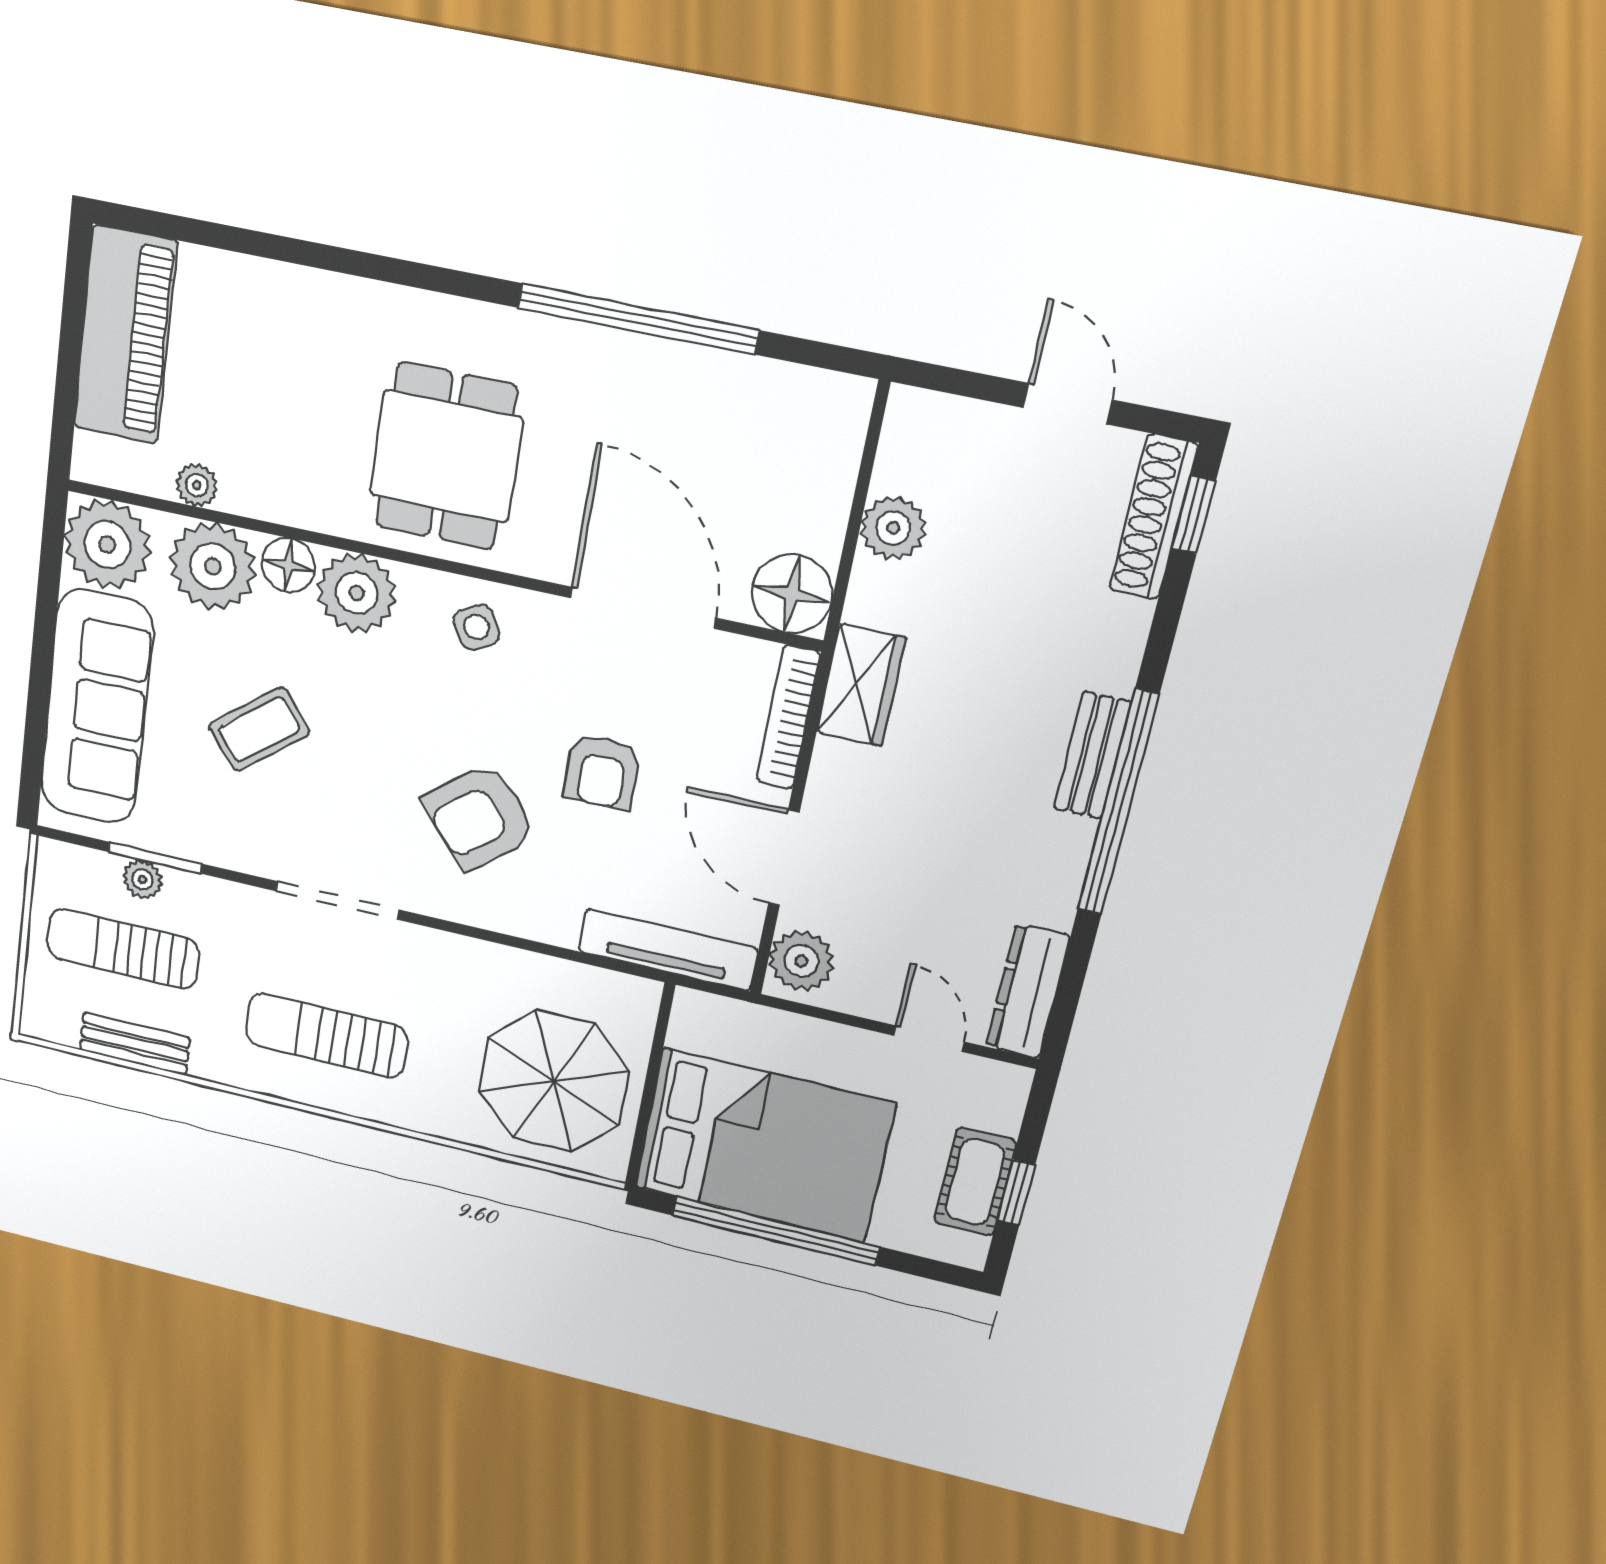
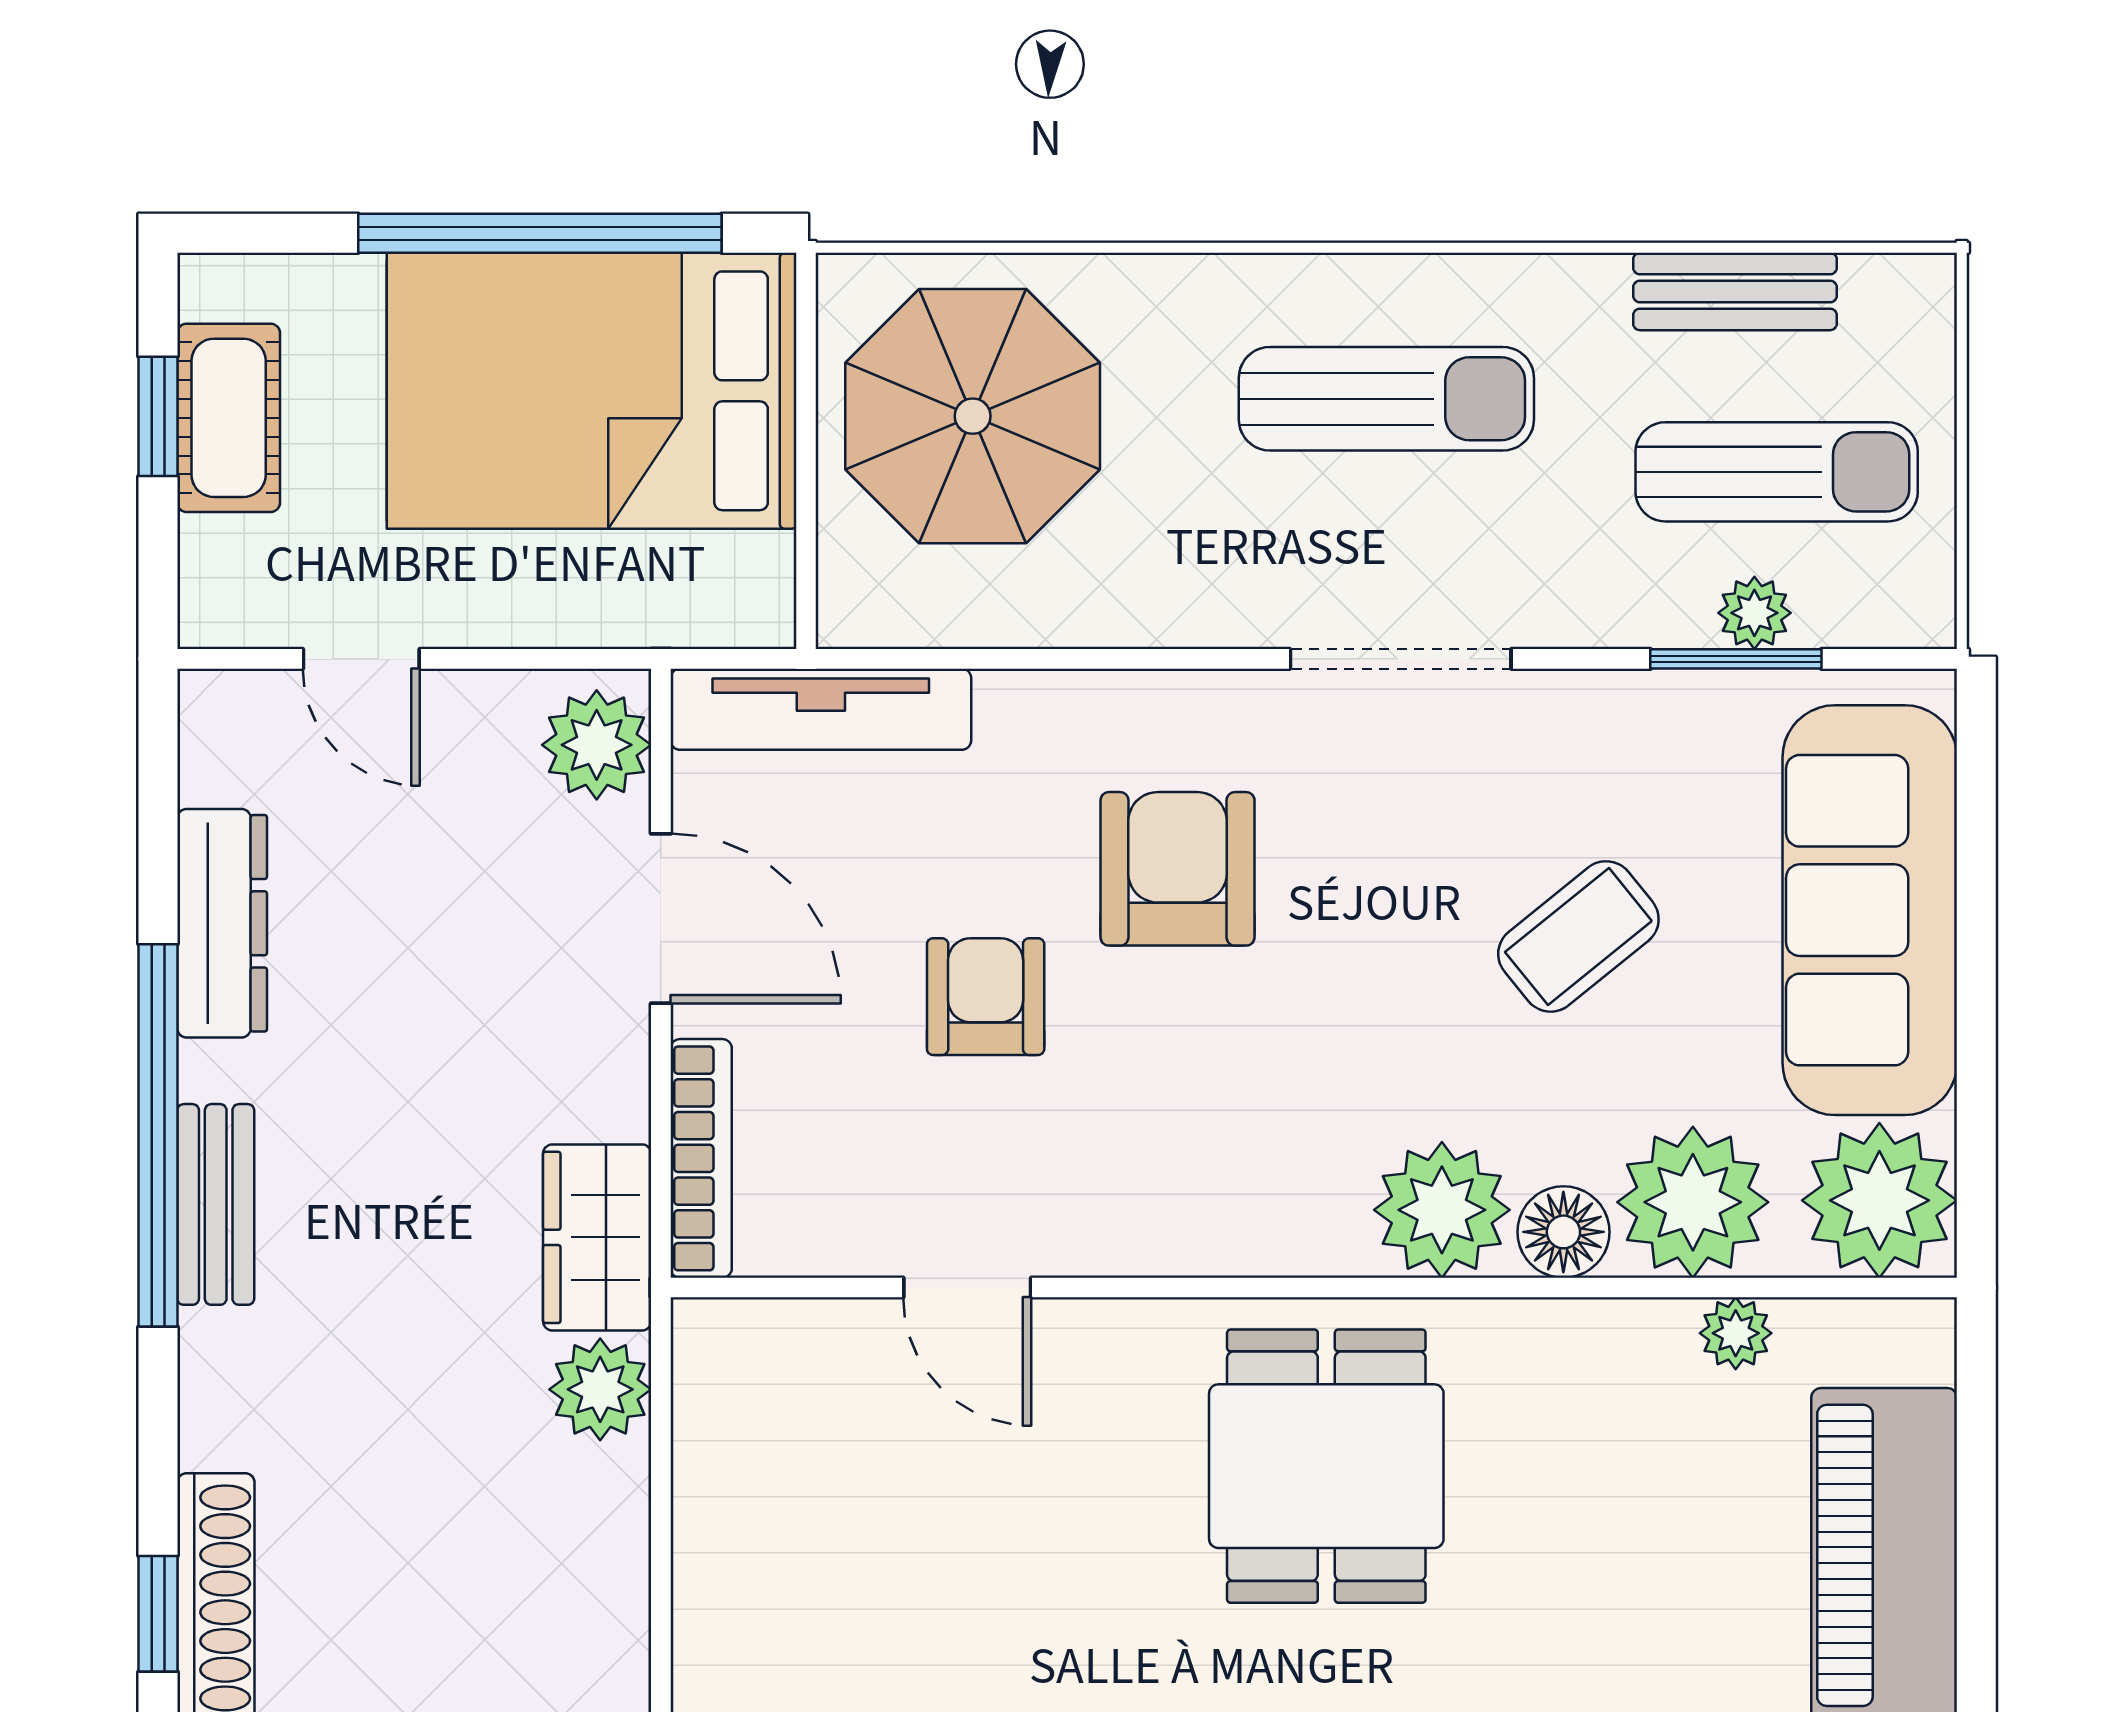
plant: (893, 528) -> (600, 1389), moved
floor lamp: (792, 594) -> (735, 1362), removed
door: (643, 608) -> (967, 1288), width x0.53
side table: (476, 627) -> (1233, 1196), removed
armchair: (479, 817) -> (1178, 869), turned -50
dresser: (1028, 991) -> (222, 923), moved

